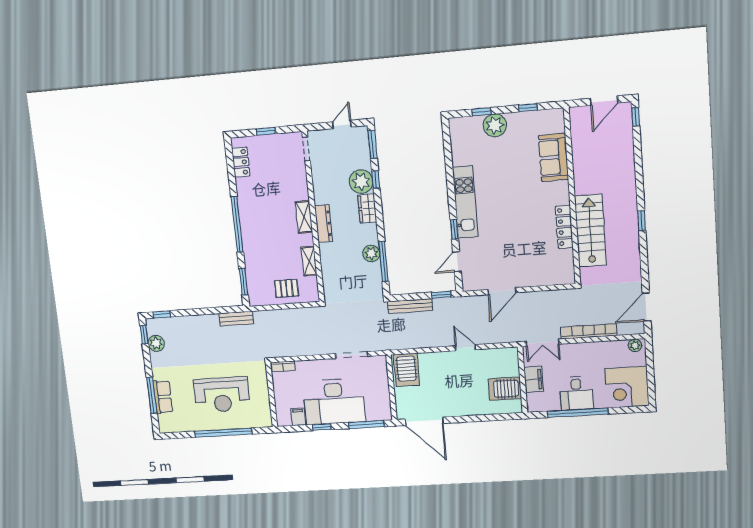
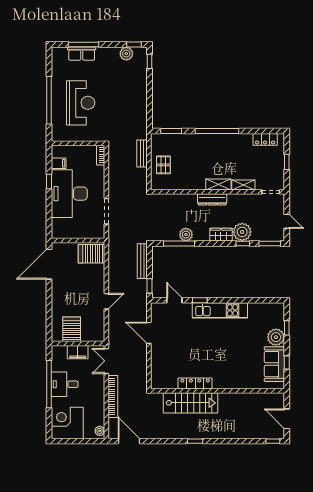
sofa: (553, 157) -> (274, 364), moved, turned -90
shelving: (309, 261) -> (243, 185), moved
bench: (236, 319) -> (142, 154), moved
reception desk: (222, 395) -> (81, 103), turned 180
window: (366, 425) -> (49, 218), removed

